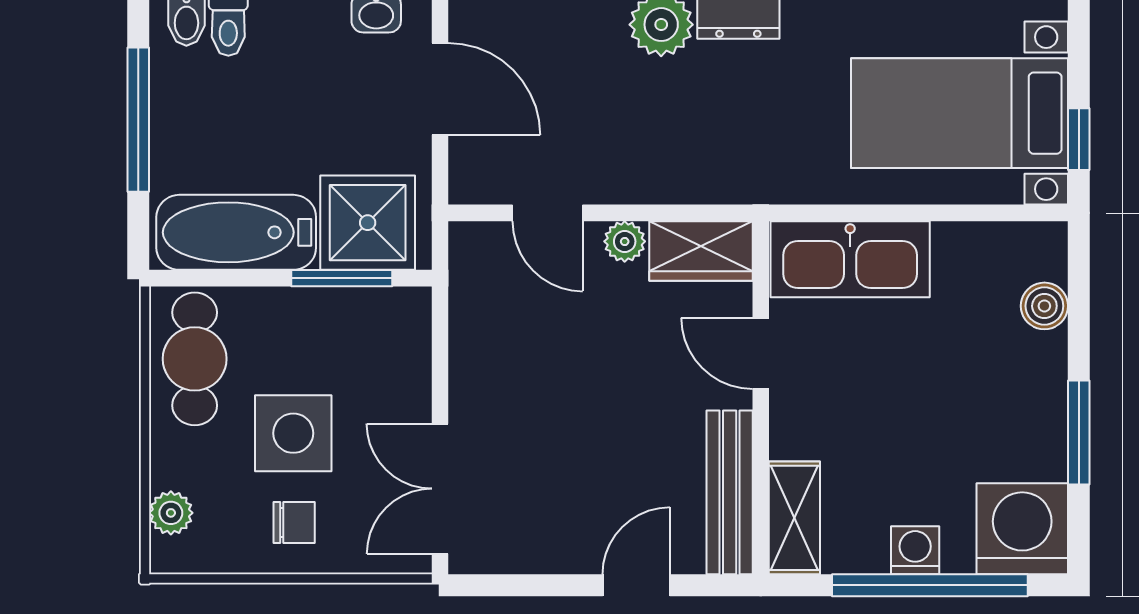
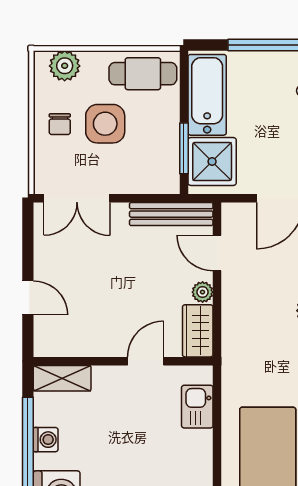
door: (548, 213) -> (217, 253), hinge flipped
kitchen sink: (850, 259) -> (197, 407), width x0.53, depth x0.81
double door: (440, 489) -> (77, 198), swing flipped
bench: (730, 492) -> (171, 214), moved
plant: (171, 513) -> (65, 66), width x1.38, depth x1.38

